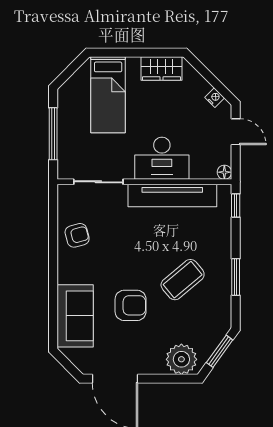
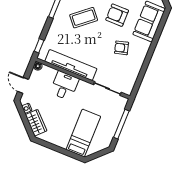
wardrobe: (162, 69) -> (36, 123), moved, turned 45
desk: (162, 158) -> (64, 86), width x0.73
armchair: (77, 235) -> (122, 48), moved

